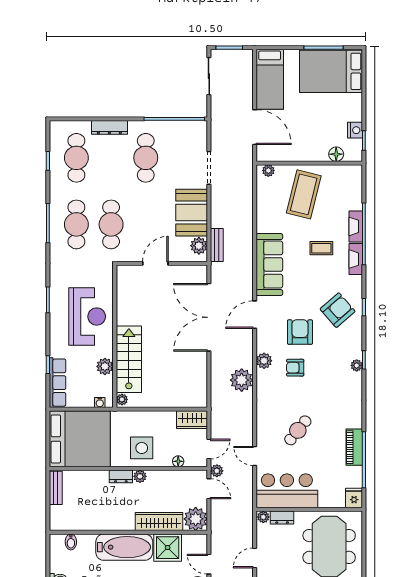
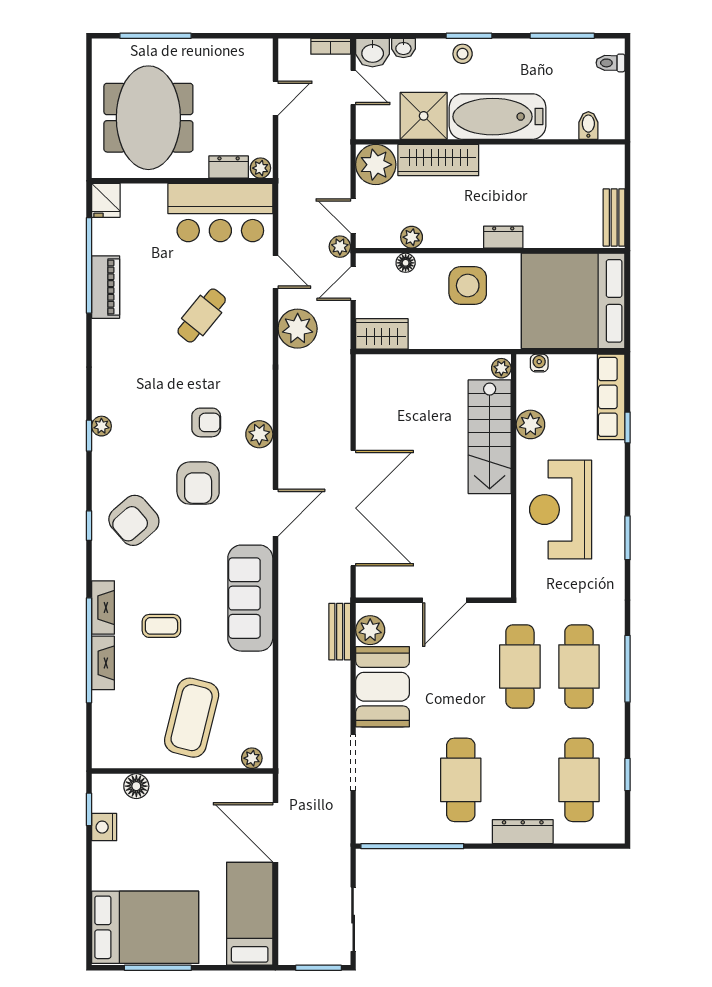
plant: (242, 380) -> (298, 329), moved
plant: (140, 476) -> (412, 237), moved

